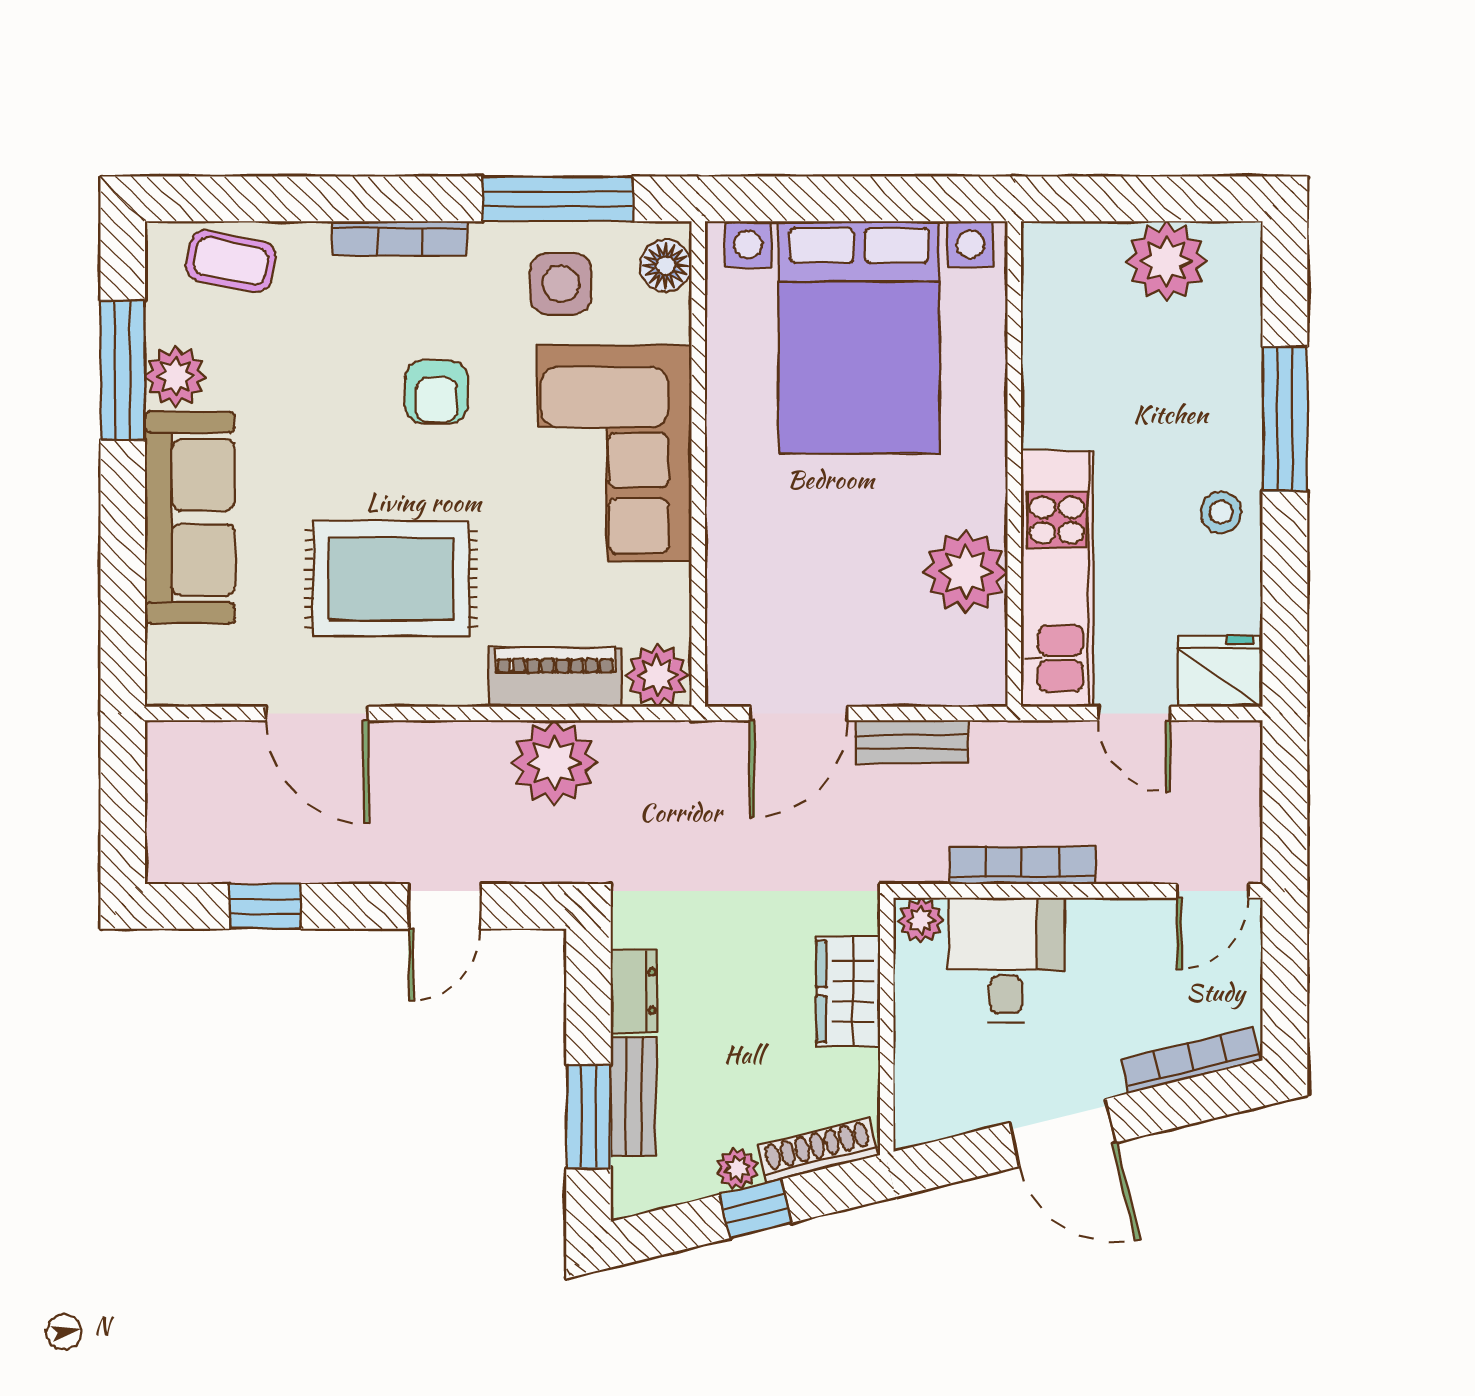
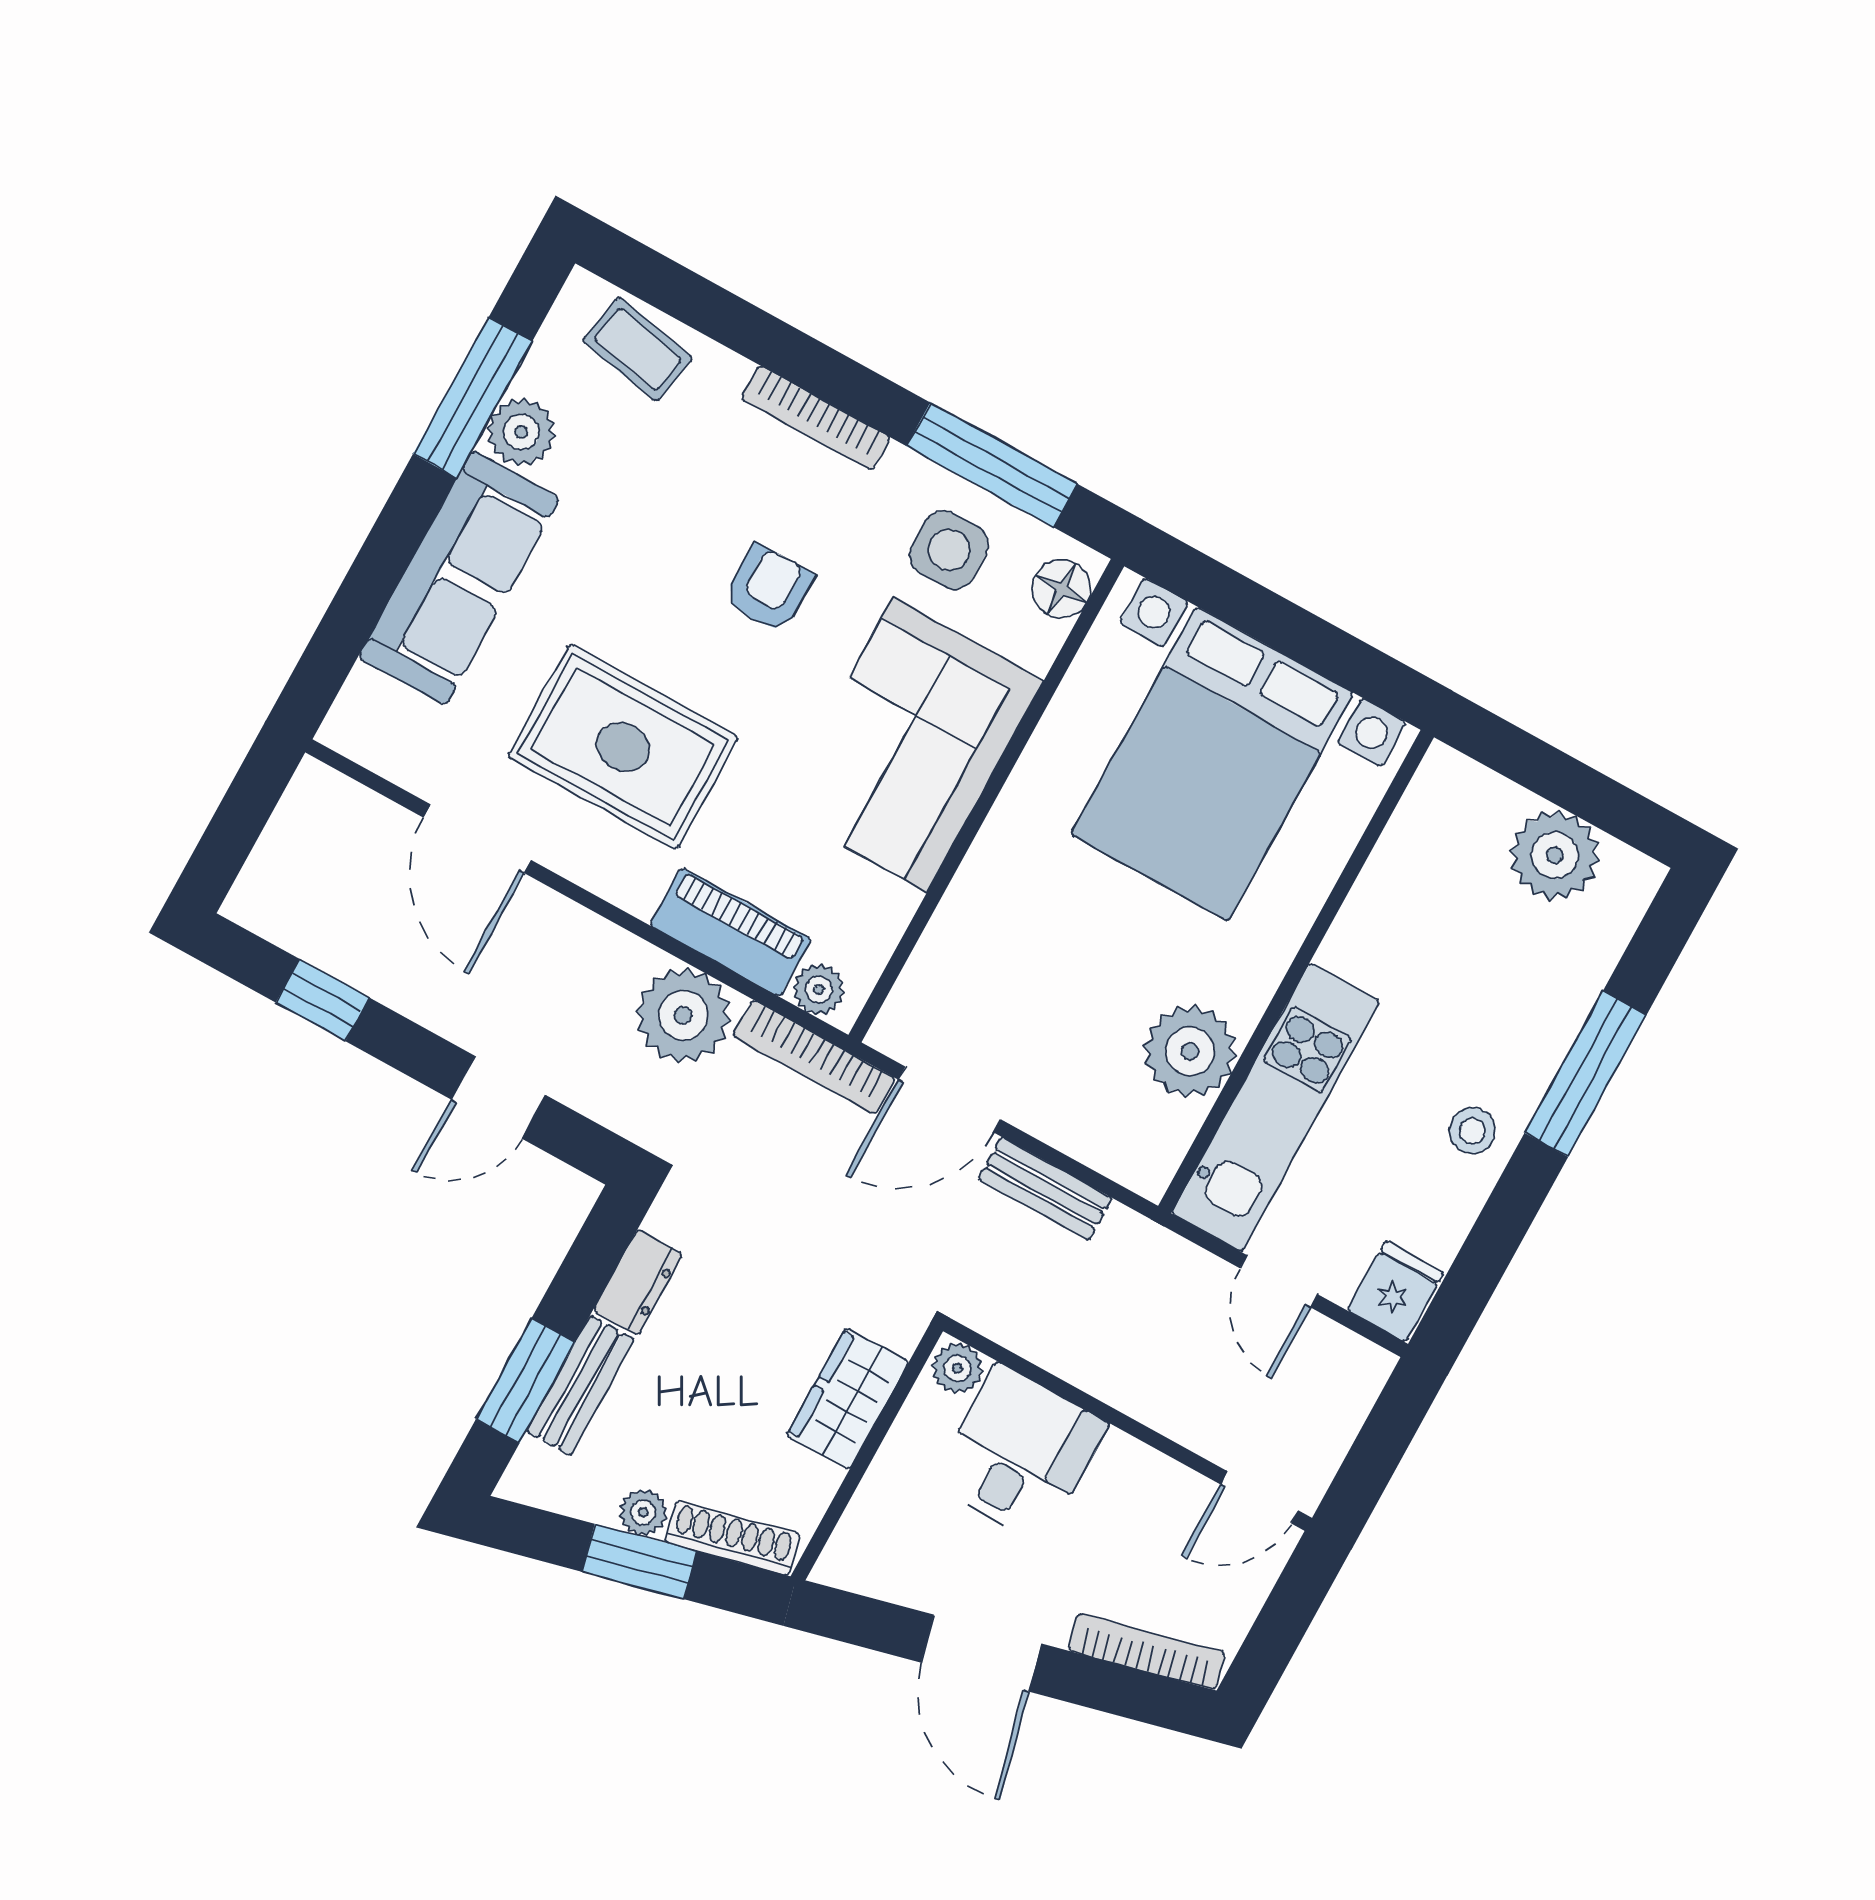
armchair: (436, 392) -> (768, 589), turned 180
fridge: (1219, 671) -> (1395, 1292), width x0.72
plant: (657, 675) -> (819, 989), width x0.73, depth x0.73
bookcase: (1023, 865) -> (814, 1057), moved, turned 180
window: (756, 1209) -> (639, 1562), width x1.50

